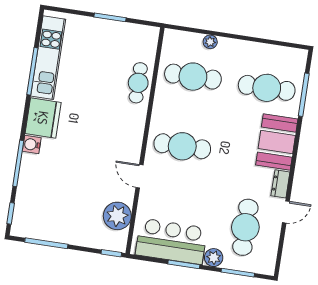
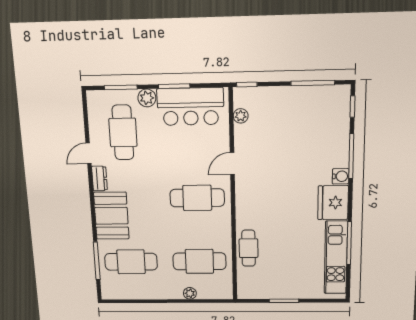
door: (140, 176) -> (232, 164), swing flipped
plant: (117, 216) -> (241, 116), width x0.53, depth x0.53

